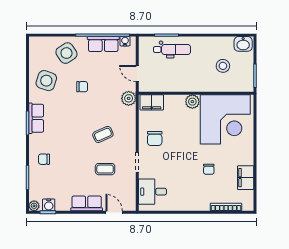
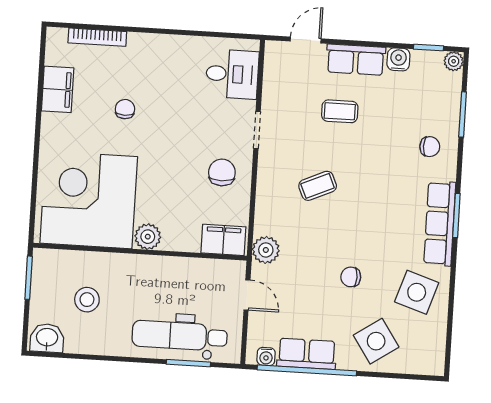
dental chair: (172, 50) -> (180, 336), width x1.36, depth x1.38
row of seats: (36, 118) -> (440, 224), width x1.48
coffee table: (105, 169) -> (340, 111), moved
water cooler: (49, 205) -> (398, 59), moved
door: (114, 212) -> (306, 40), swing flipped

